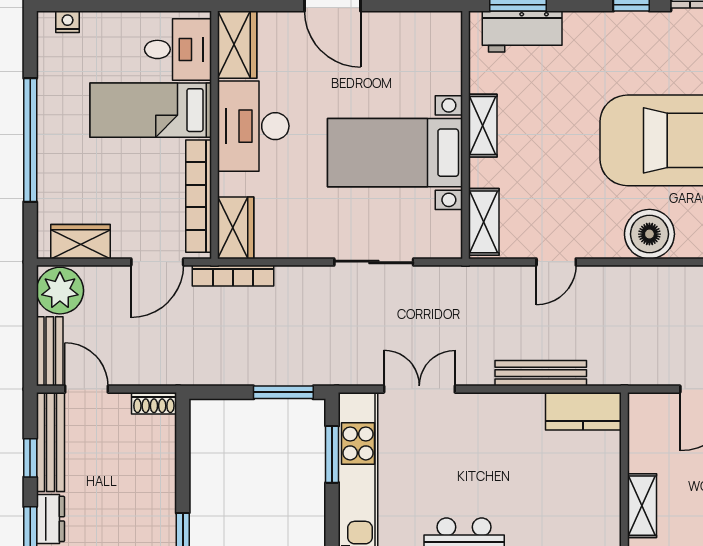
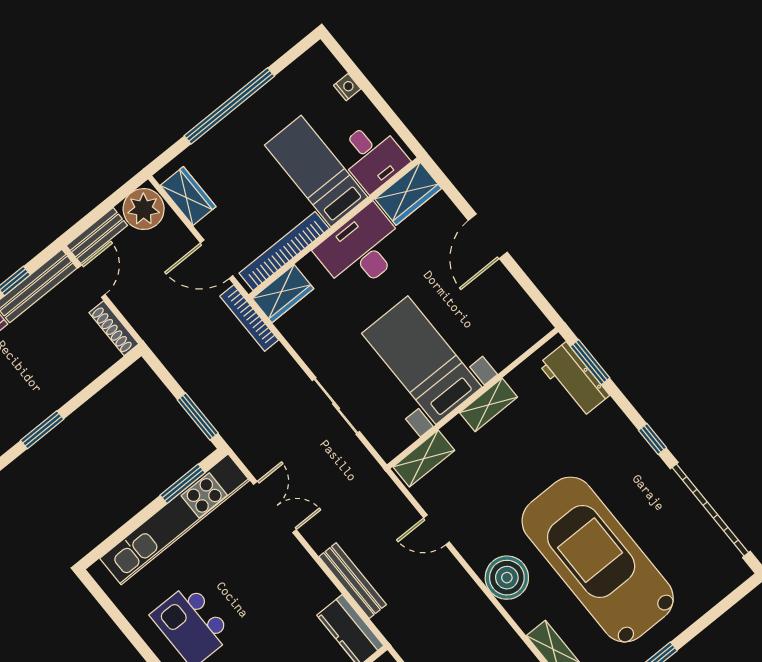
nightstand: (68, 22) -> (347, 87), moved
shoe rack: (154, 403) -> (114, 328), width x1.43

